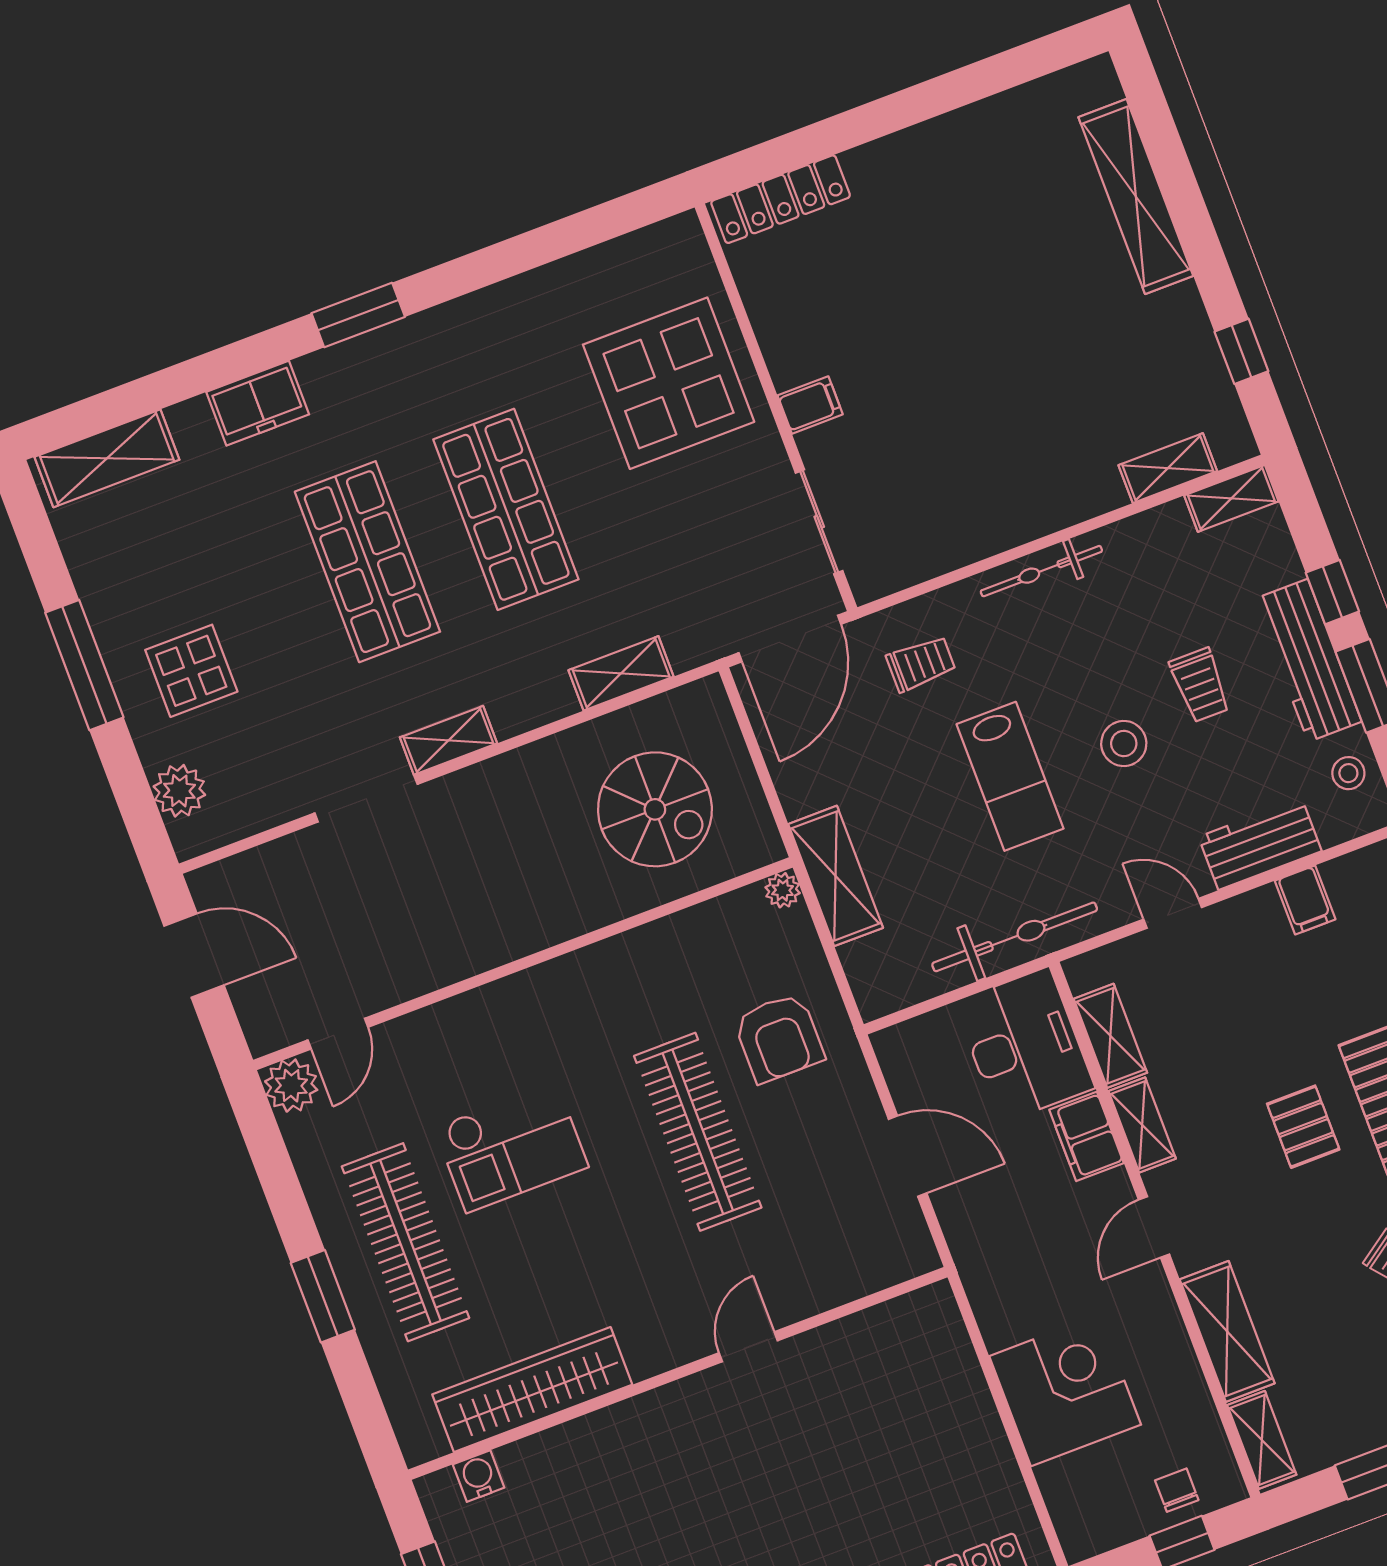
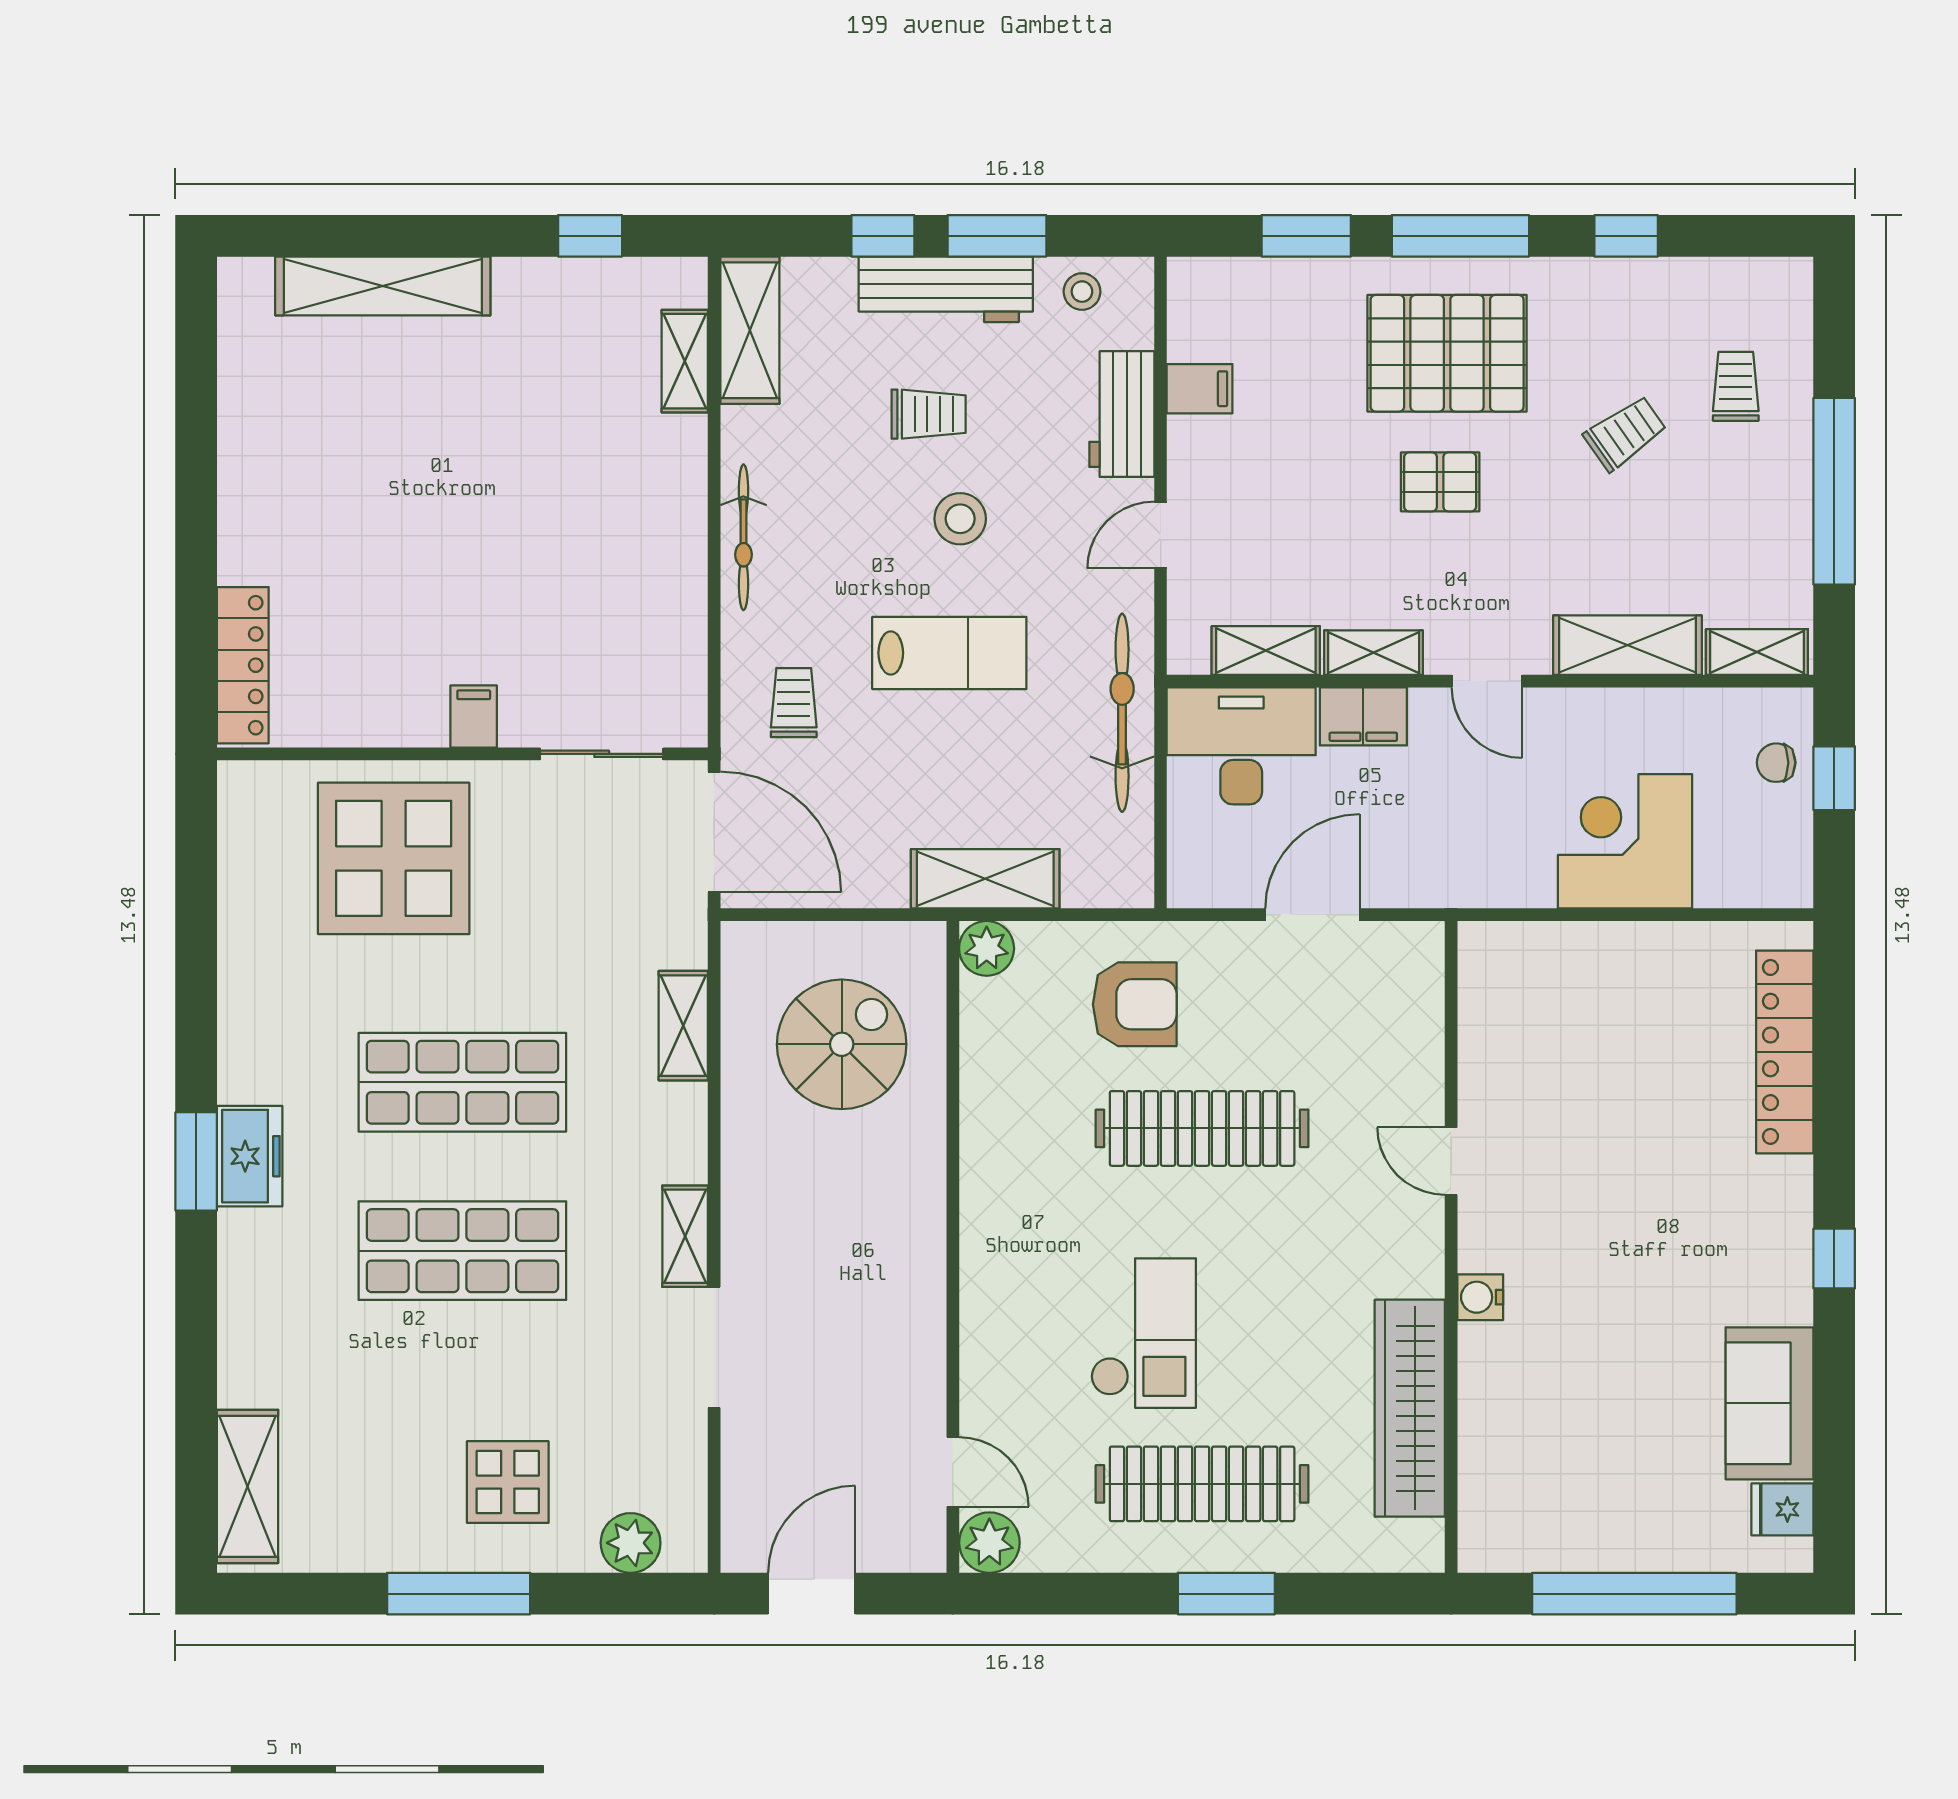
freezer: (258, 403) -> (250, 1156), moved
shelving: (1231, 498) -> (750, 330), width x1.50, depth x1.33
plant: (783, 890) -> (987, 948), width x1.38, depth x1.38
water cooler: (479, 1476) -> (1480, 1297), moved

